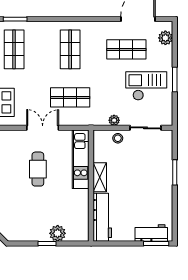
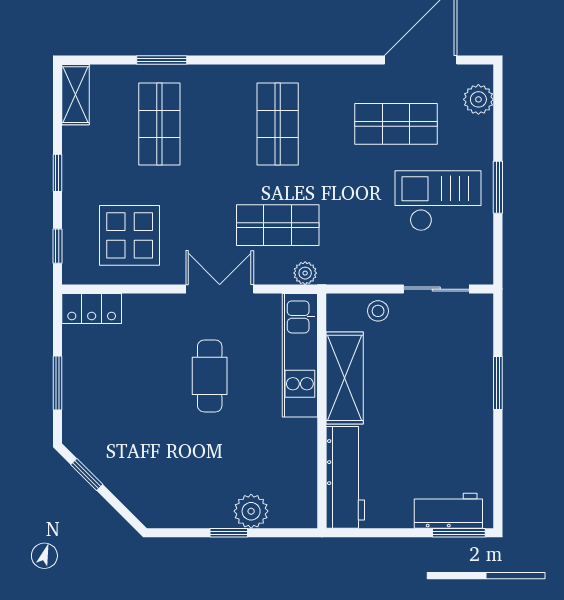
plant: (114, 120) -> (305, 273), moved
shelving: (100, 177) -> (345, 378), width x1.50, depth x1.33

